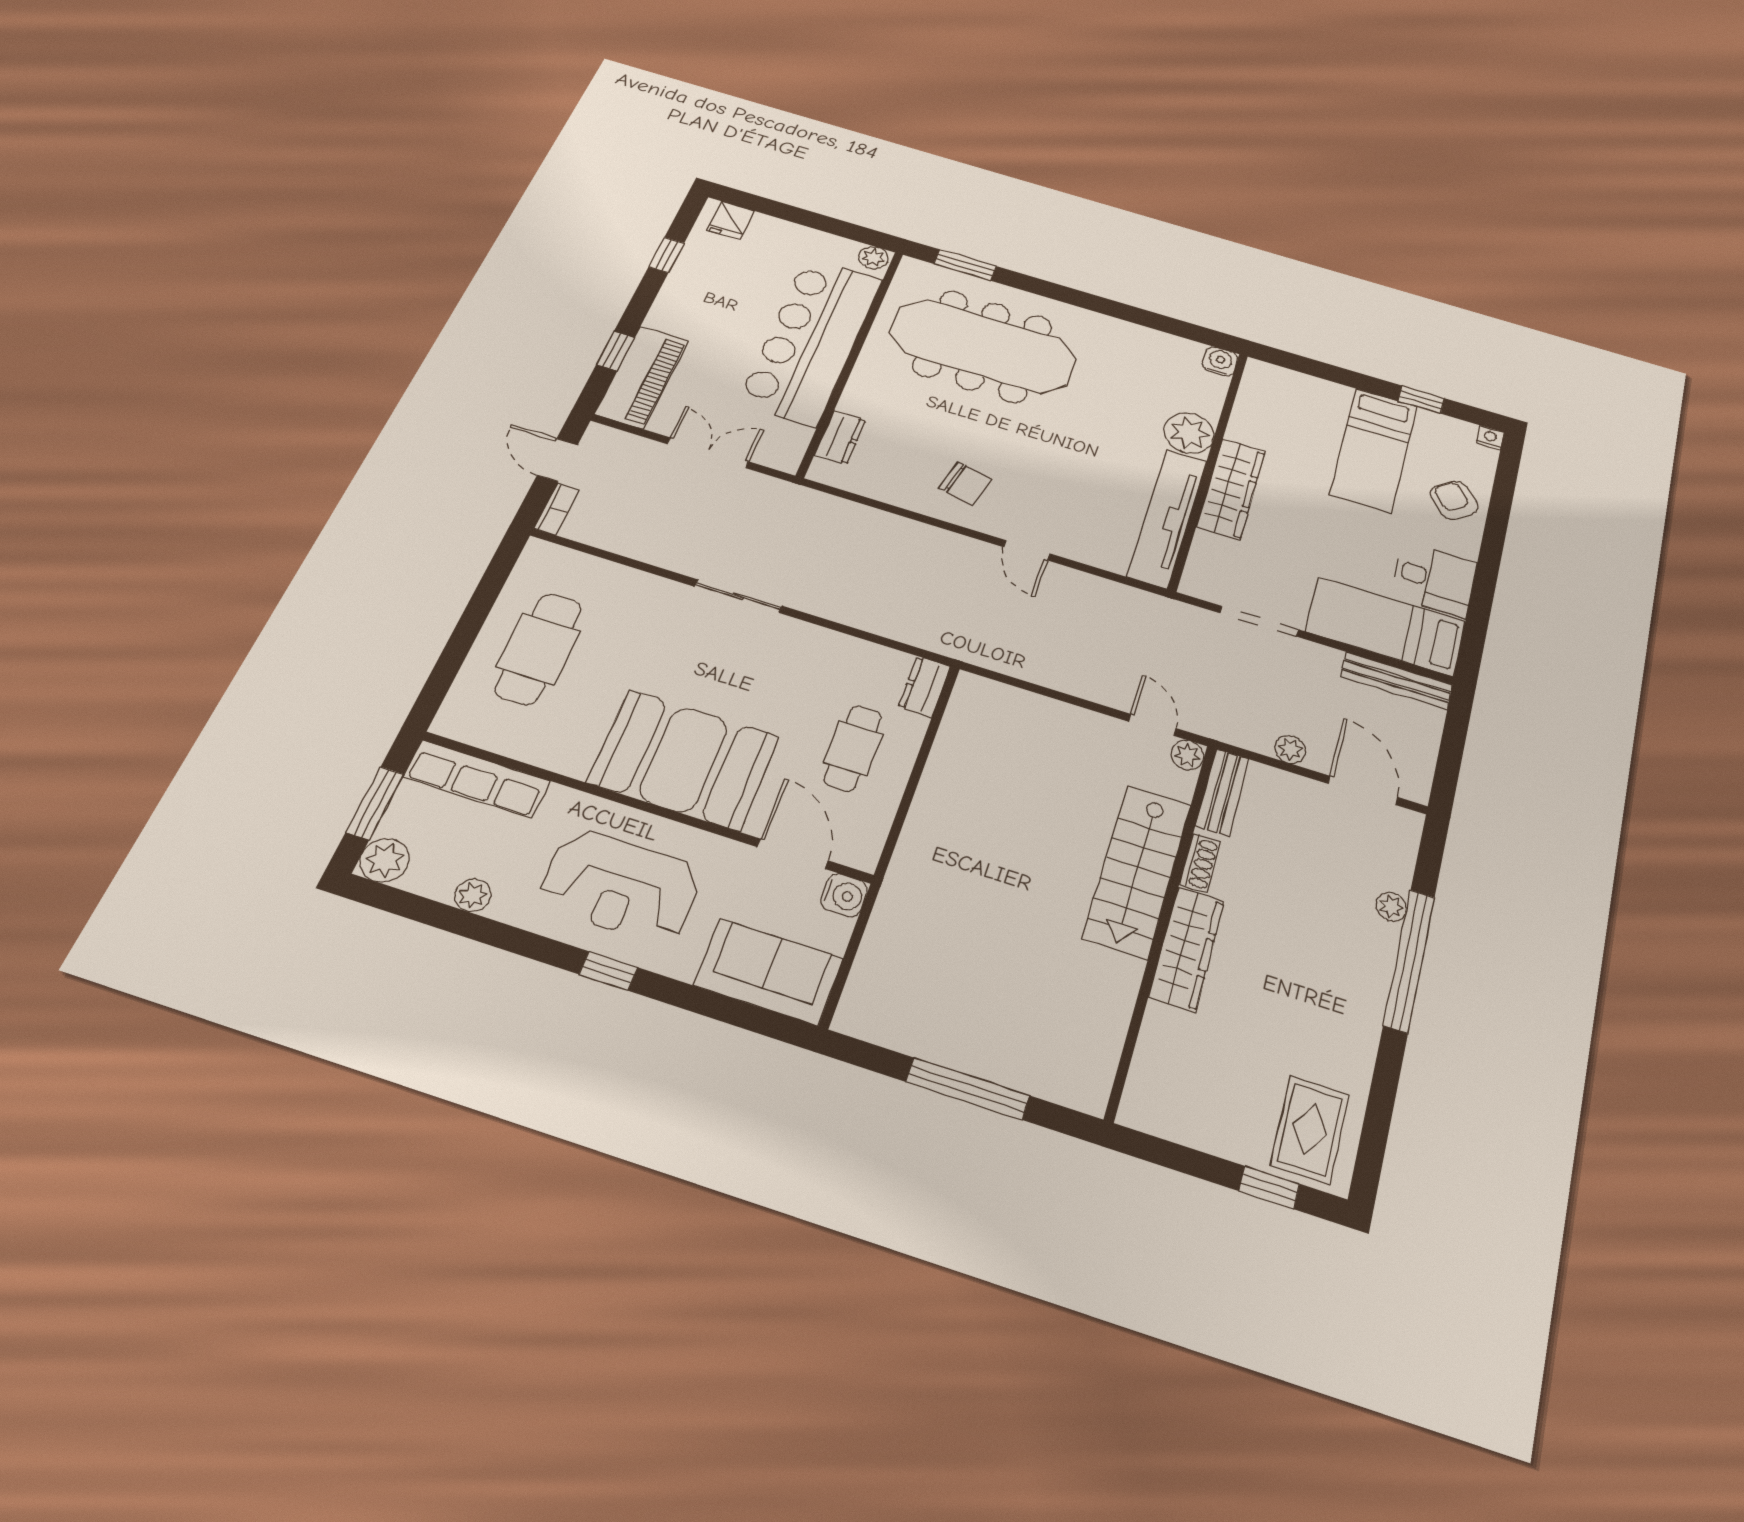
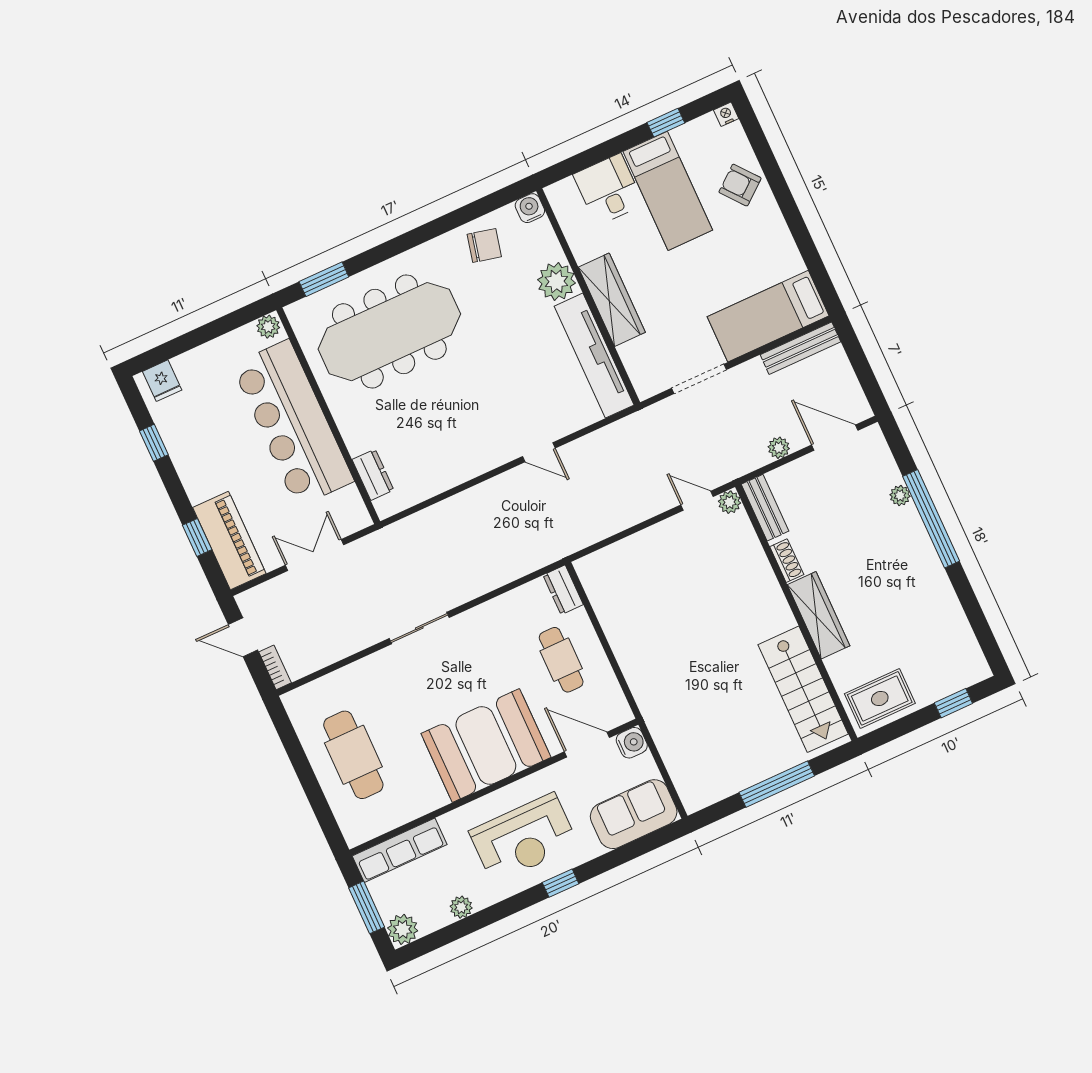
chair: (965, 484) -> (484, 245), moved
desk: (1434, 579) -> (609, 189), moved, turned -90
stairs: (1137, 871) -> (803, 689), moved
rug: (1310, 1130) -> (880, 698), moved, turned 90

